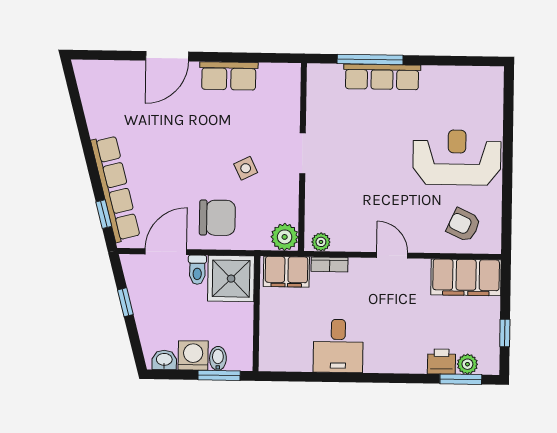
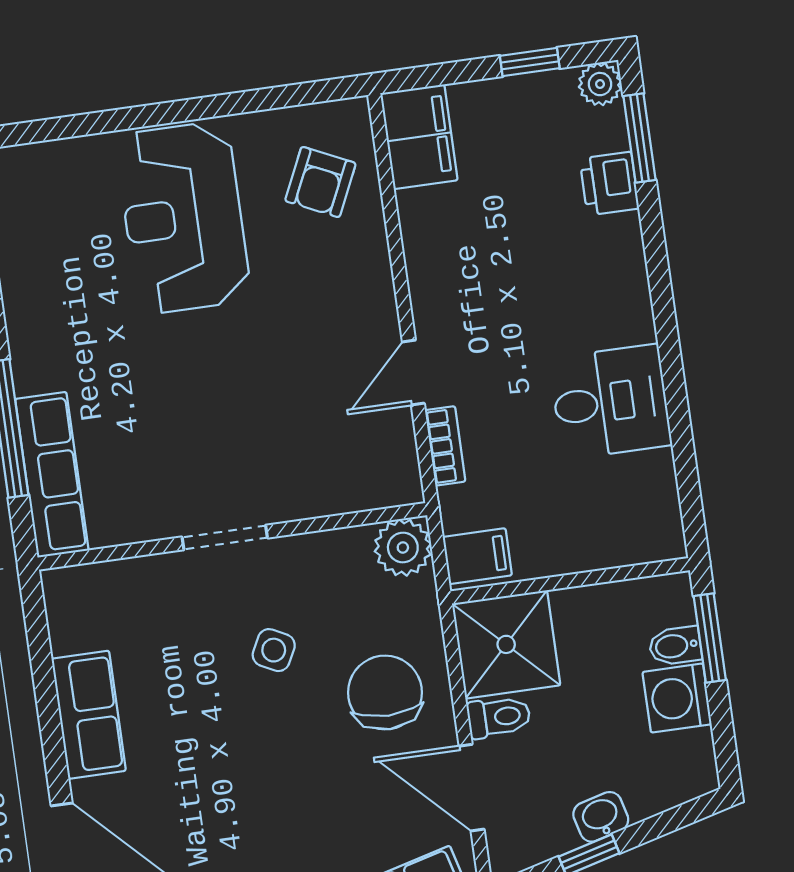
row of seats: (382, 77) -> (52, 475), moved
side table: (246, 168) -> (274, 650), turned -37
plant: (321, 242) -> (401, 471), removed
door: (392, 255) -> (413, 373), moved
filing cabinet: (286, 272) -> (477, 556), width x0.50
filing cabinet: (466, 277) -> (419, 137), width x0.67, depth x0.86
washbasin: (164, 360) -> (601, 817), moved, turned 75
plant: (467, 364) -> (600, 84), moved

